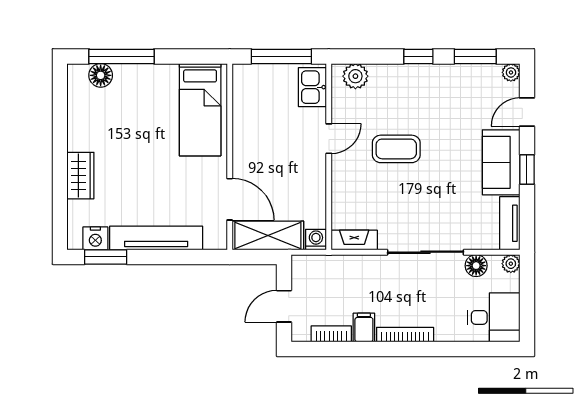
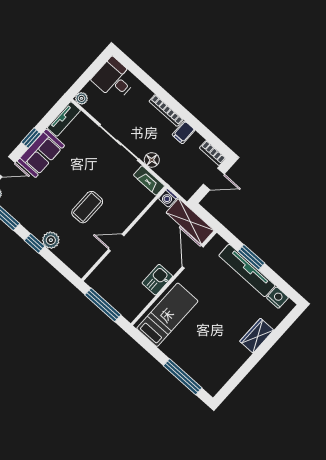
floor lamp: (101, 75) -> (202, 377), removed
plant: (355, 76) -> (51, 240), moved
kitchen sink: (312, 87) -> (157, 280), moved, turned 180
coffee table: (396, 149) -> (87, 207), turned 90
window: (106, 257) -> (251, 257), moved
floor lamp: (476, 266) -> (152, 160), moved
bookcase: (331, 334) -> (213, 153), moved

